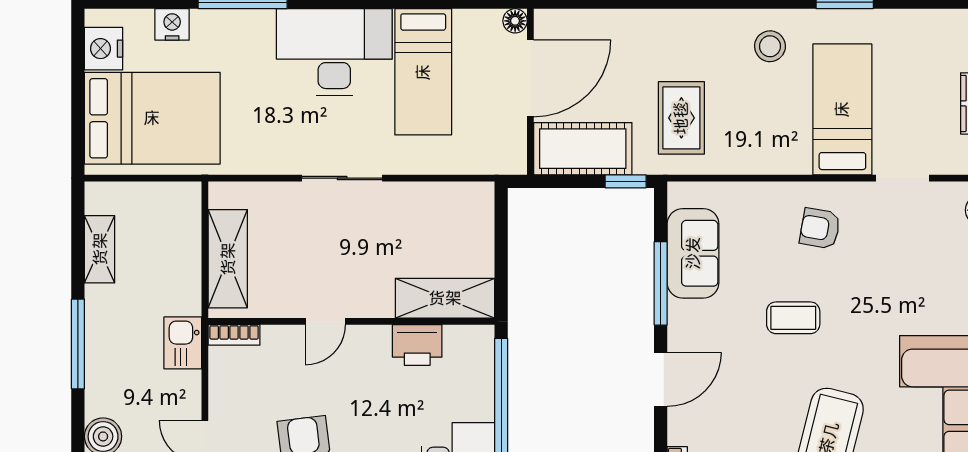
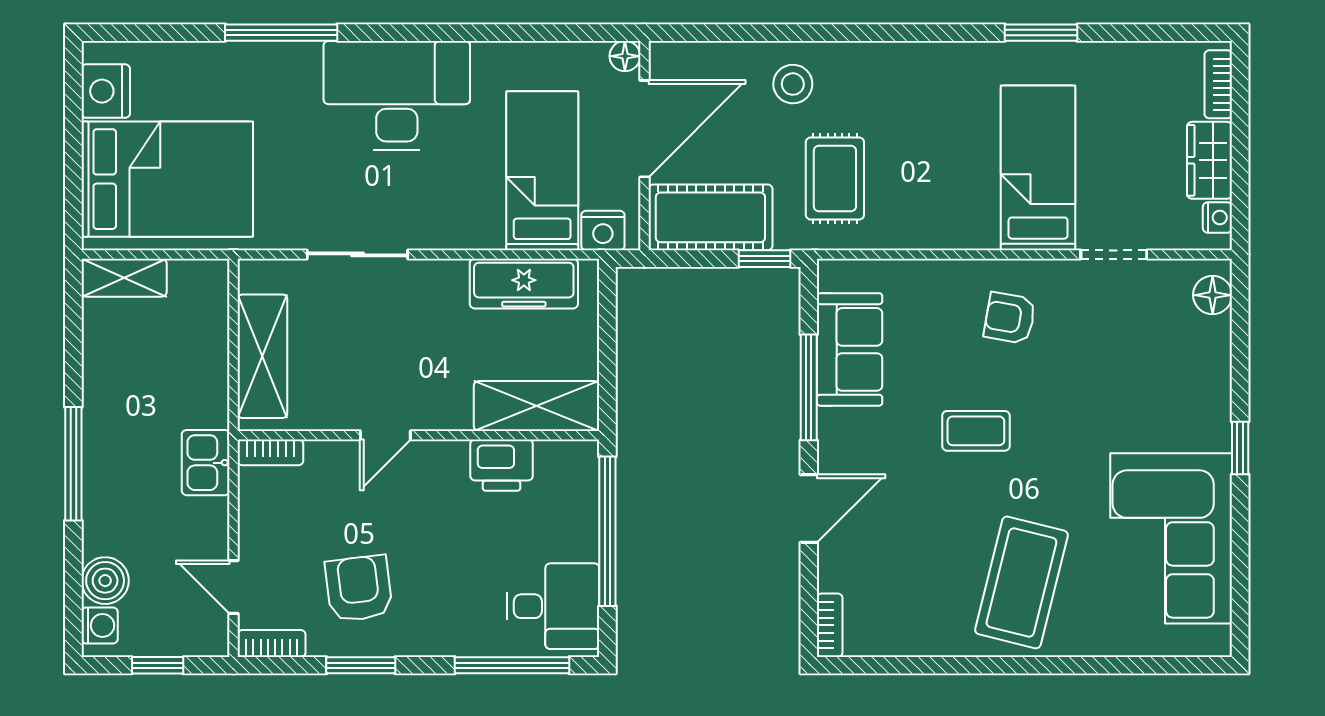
nightstand: (172, 24) -> (603, 230), moved, turned 180
stool: (770, 46) -> (793, 84), moved
bed: (423, 72) -> (542, 171), moved, turned 180
sliding door: (342, 178) -> (357, 254), moved
freezer: (435, 201) -> (524, 284), added
shelving: (100, 249) -> (124, 278), moved, turned 90

